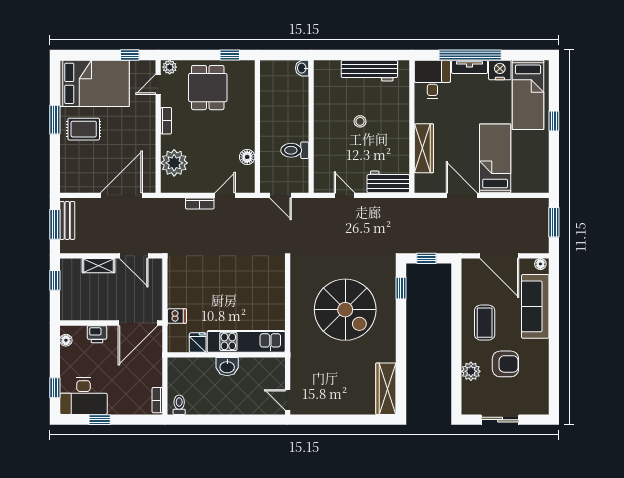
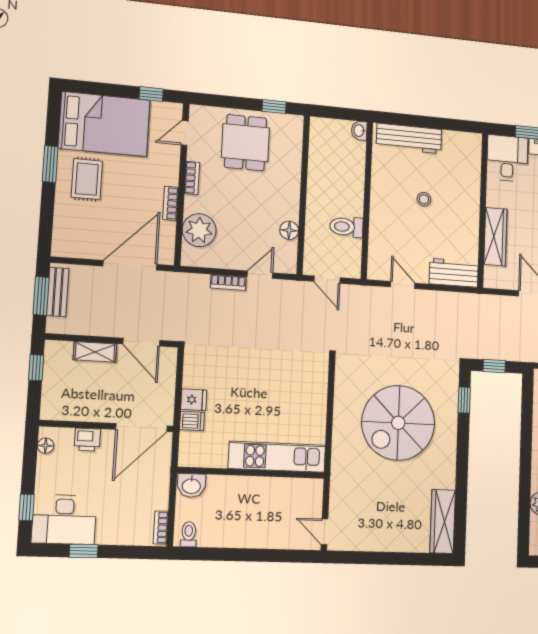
plant: (170, 67) -> (200, 114), removed
workbench: (369, 71) -> (409, 138), moved
rug: (84, 129) -> (87, 179), turned 90
bookcase: (150, 143) -> (171, 203), added
spiral stairs: (345, 310) -> (398, 423), turned 90
fridge: (198, 343) -> (194, 400), moved, turned 90
washbasin: (227, 367) -> (191, 486), moved

